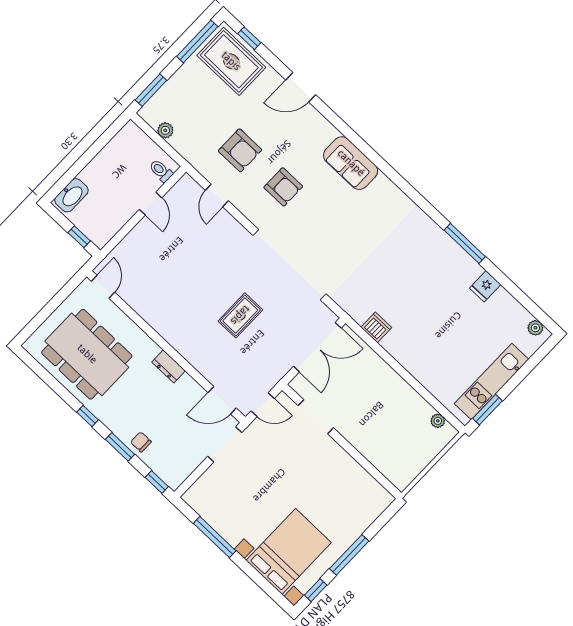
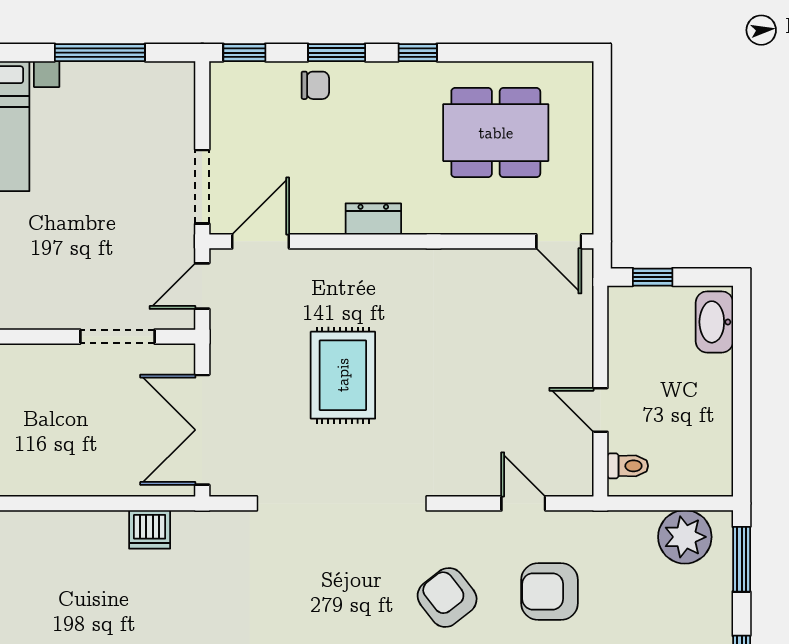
plant: (165, 130) -> (685, 537), width x1.88, depth x1.88
armchair: (283, 187) -> (447, 597), turned 52
rug: (240, 315) -> (343, 375), width x1.36, depth x1.43
dining table: (87, 354) -> (496, 133), width x0.73, depth x0.80

